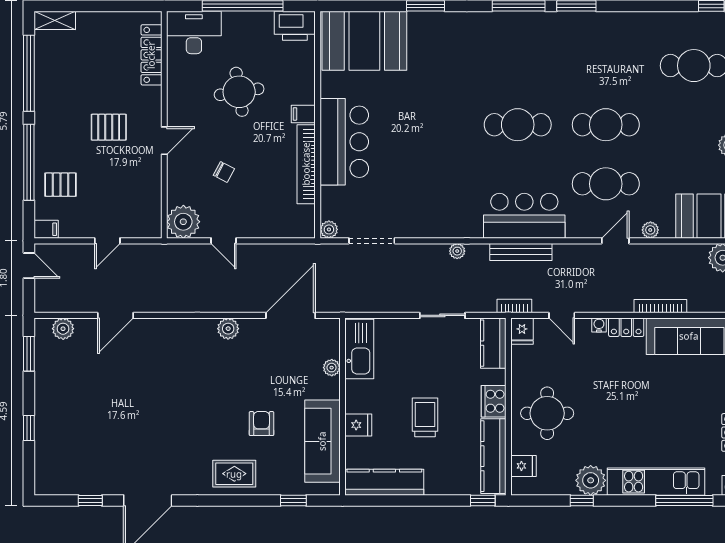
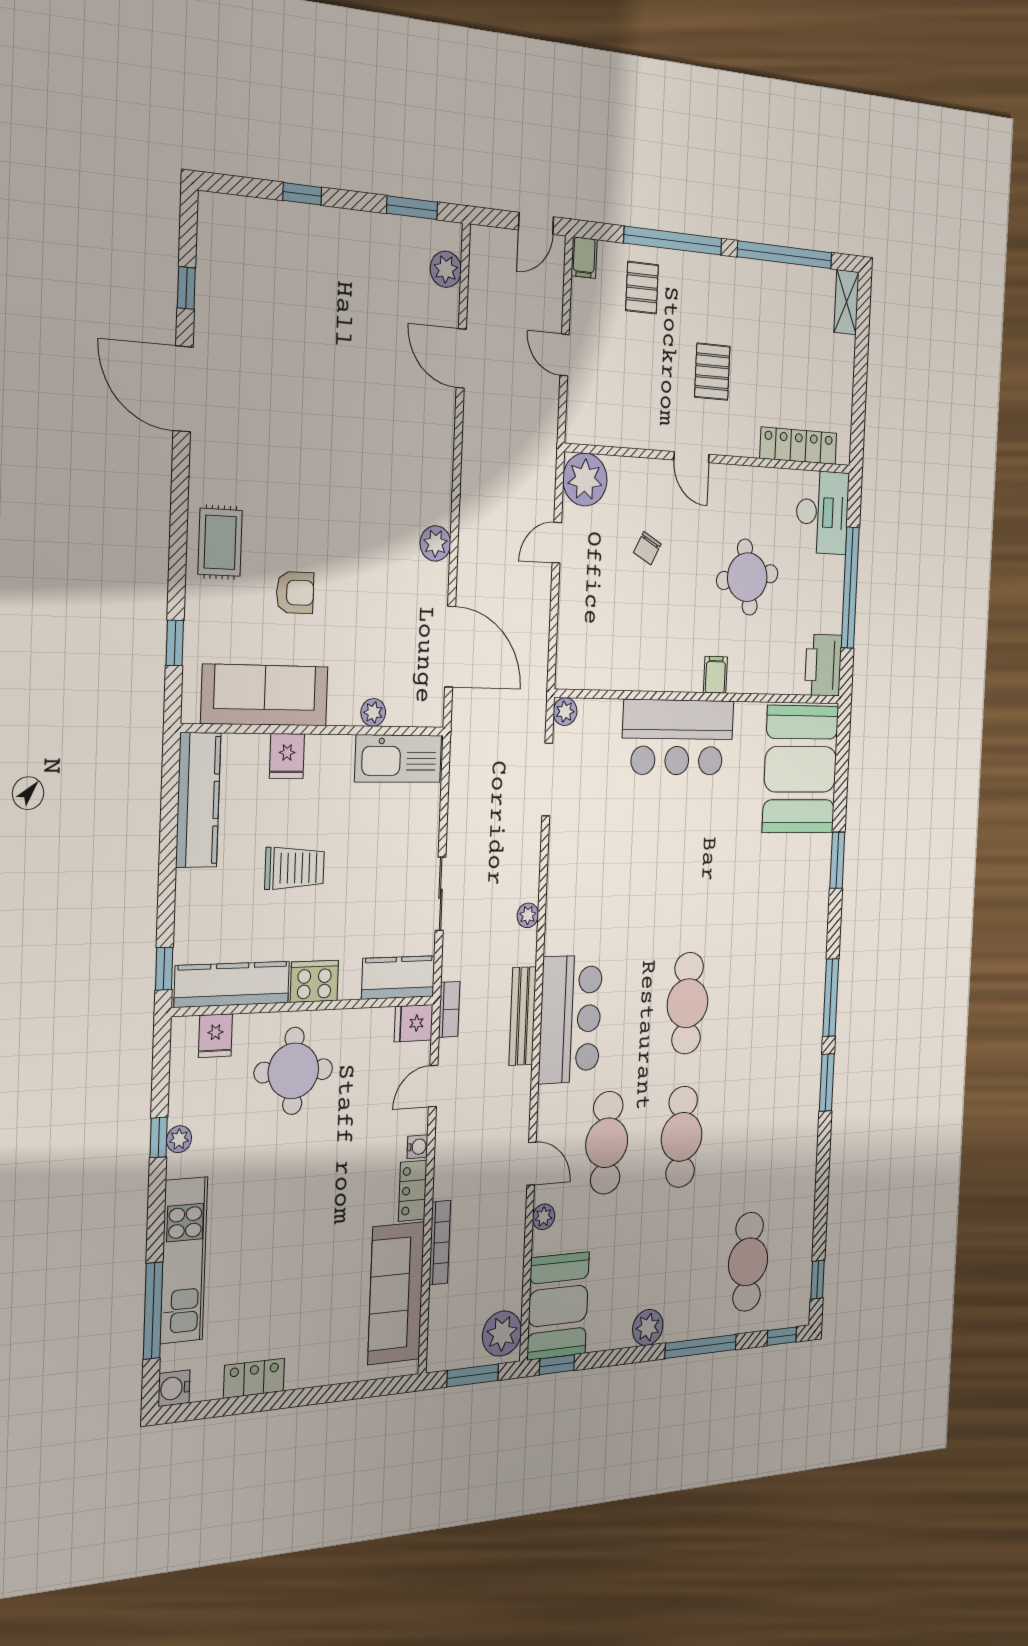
bookcase: (306, 164) -> (652, 678), removed
plant: (591, 480) -> (179, 1139), width x0.53, depth x0.53

